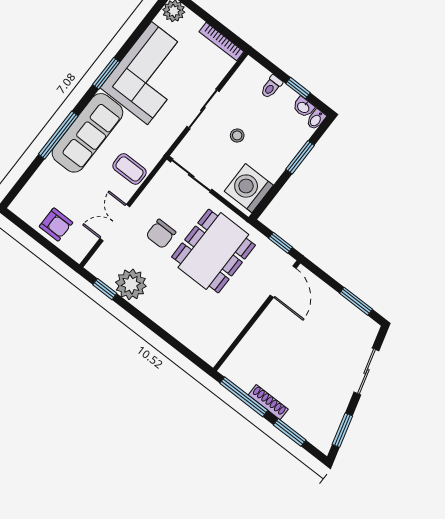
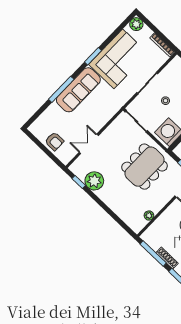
coffee table: (129, 169) -> (101, 114), removed
chair: (161, 234) -> (115, 153), removed
plant: (230, 333) -> (149, 216), added

